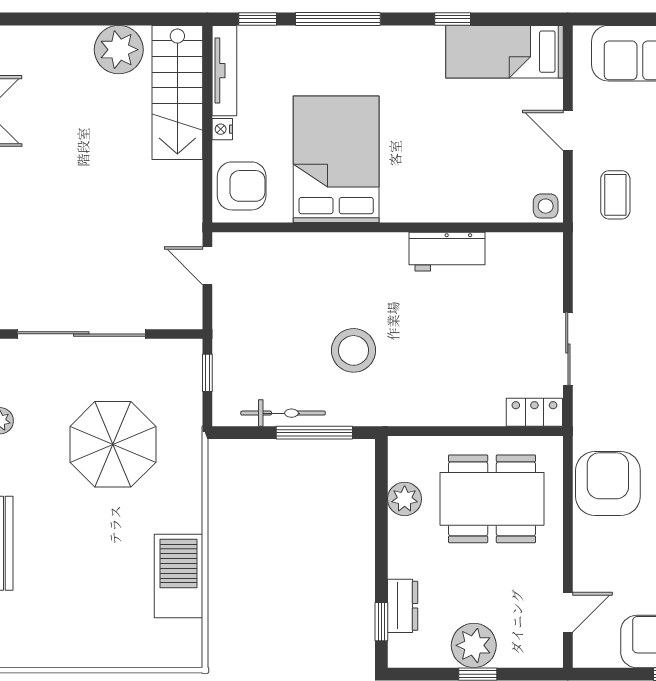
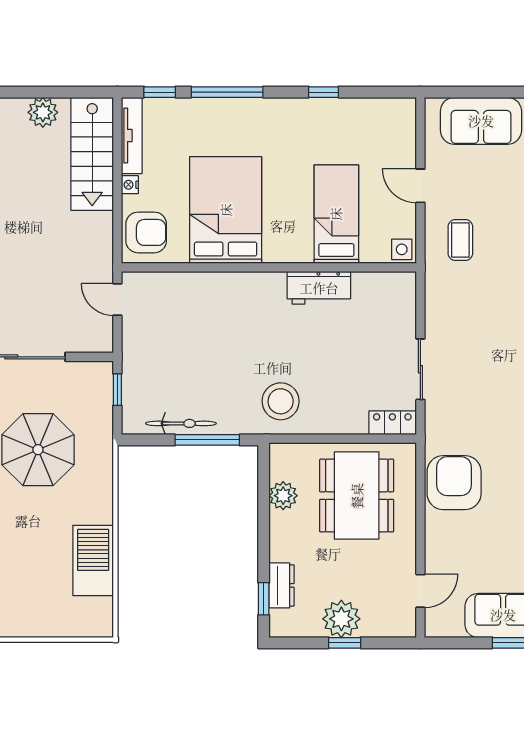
plant: (119, 50) -> (43, 112), width x0.73, depth x0.73
bed: (505, 52) -> (336, 214), moved, turned 90
stool: (354, 350) -> (281, 401), moved
dining table: (492, 499) -> (357, 496), turned 90

